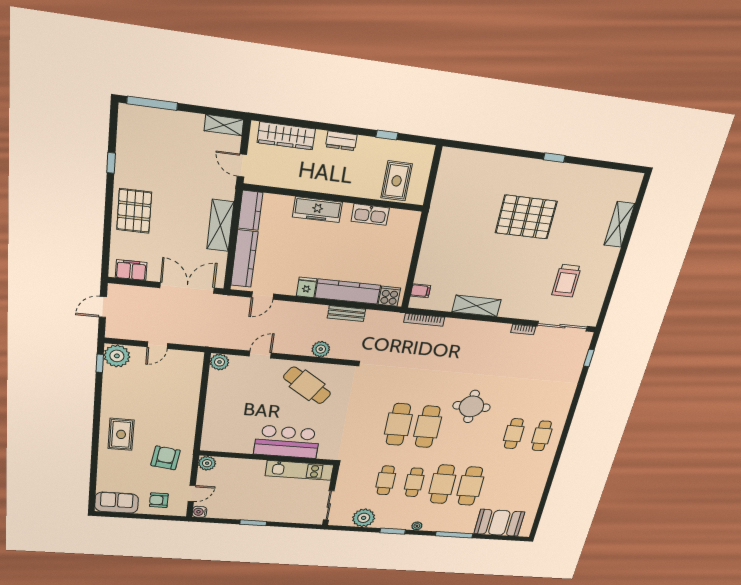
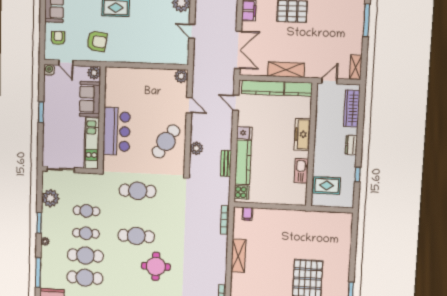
cafe table: (398, 424) -> (138, 191), moved
sofa: (242, 470) -> (90, 99), added

